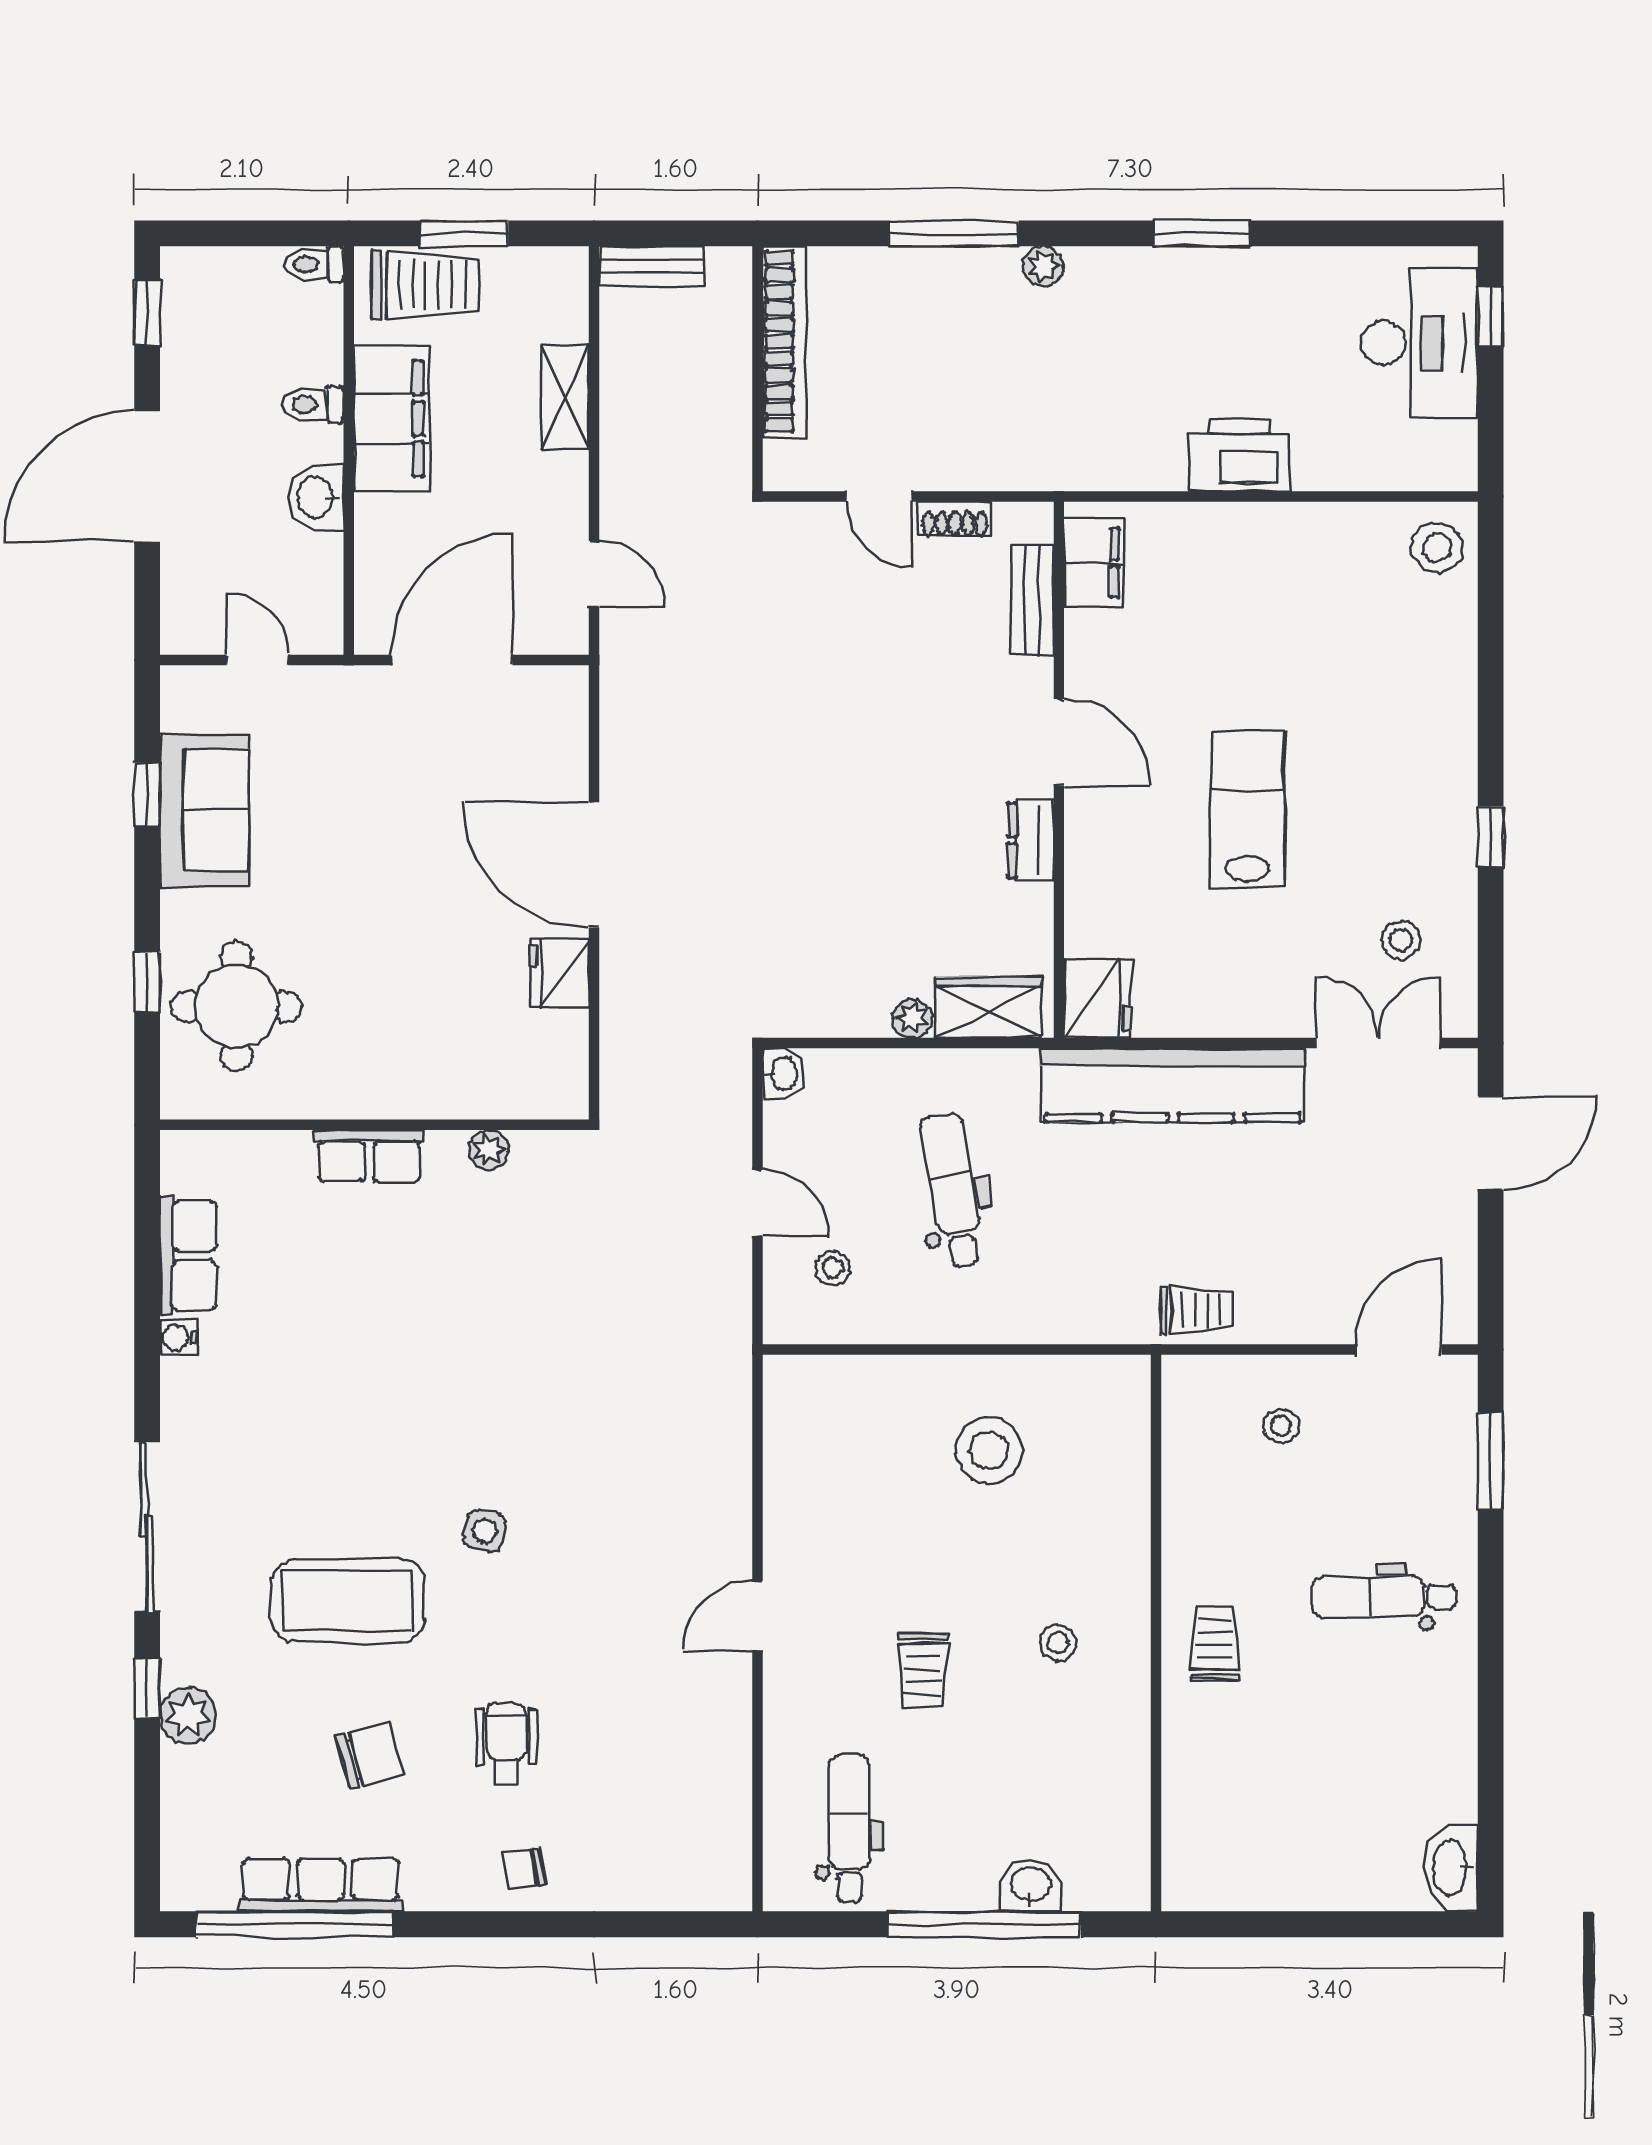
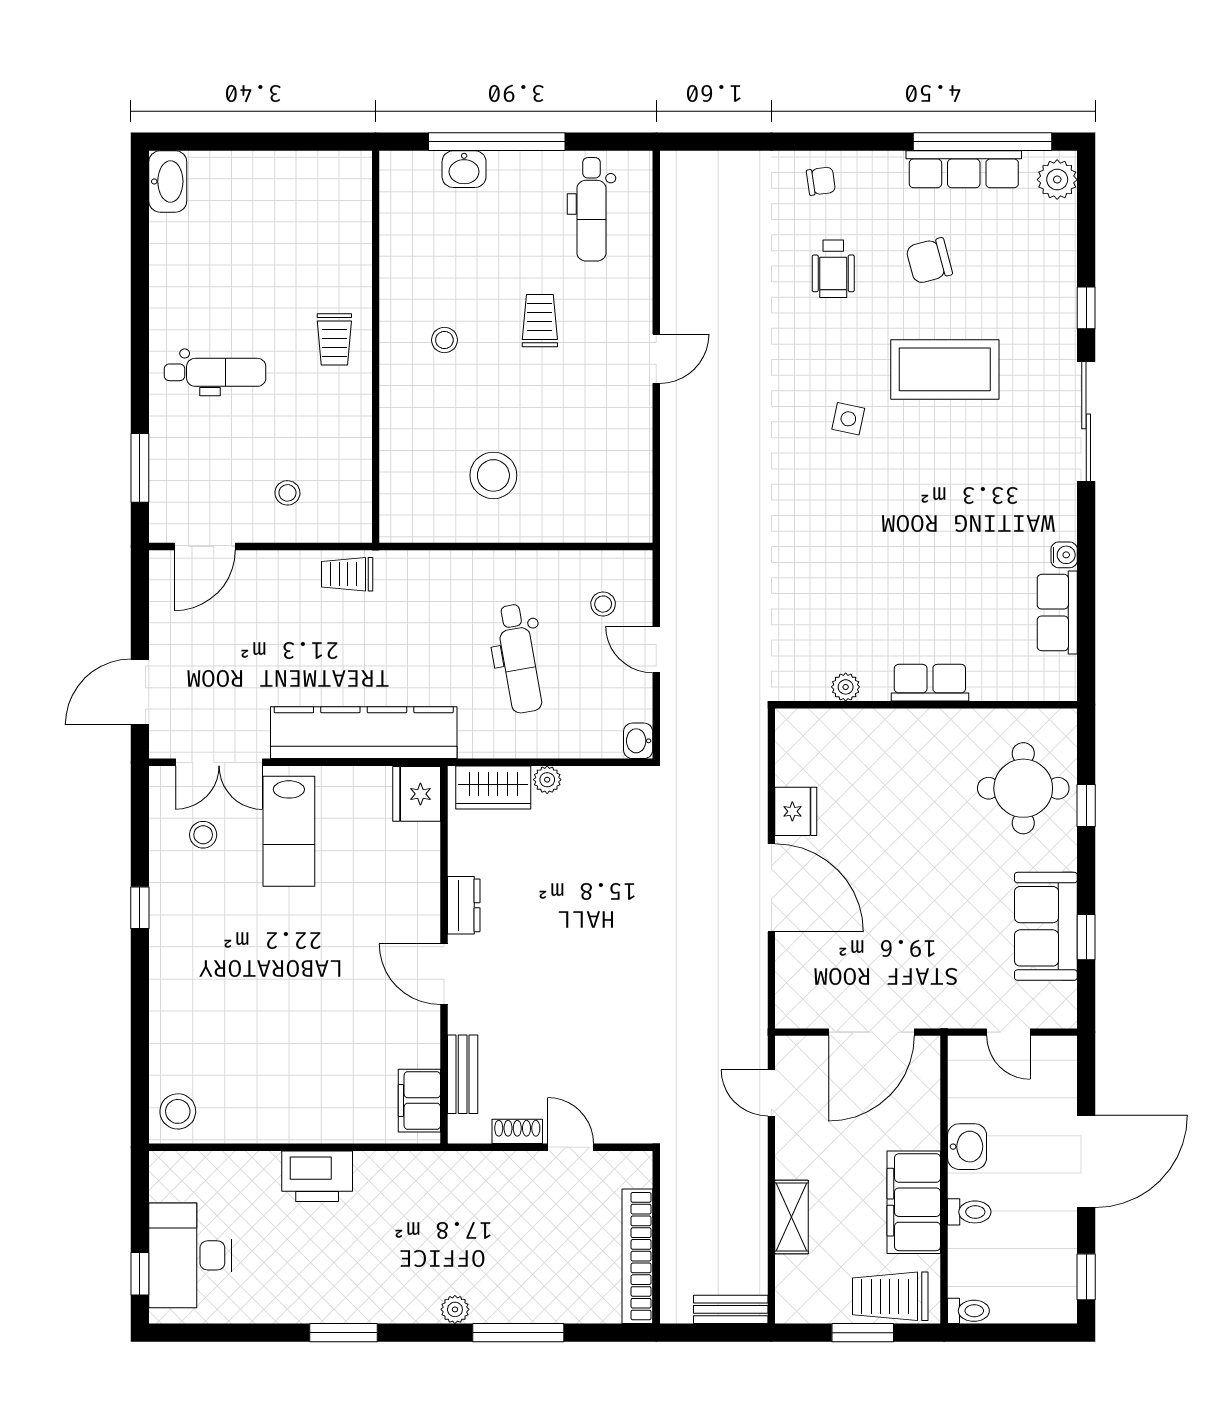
lab bench: (1248, 809) -> (289, 831), moved
plant: (188, 1716) -> (1057, 180), moved

